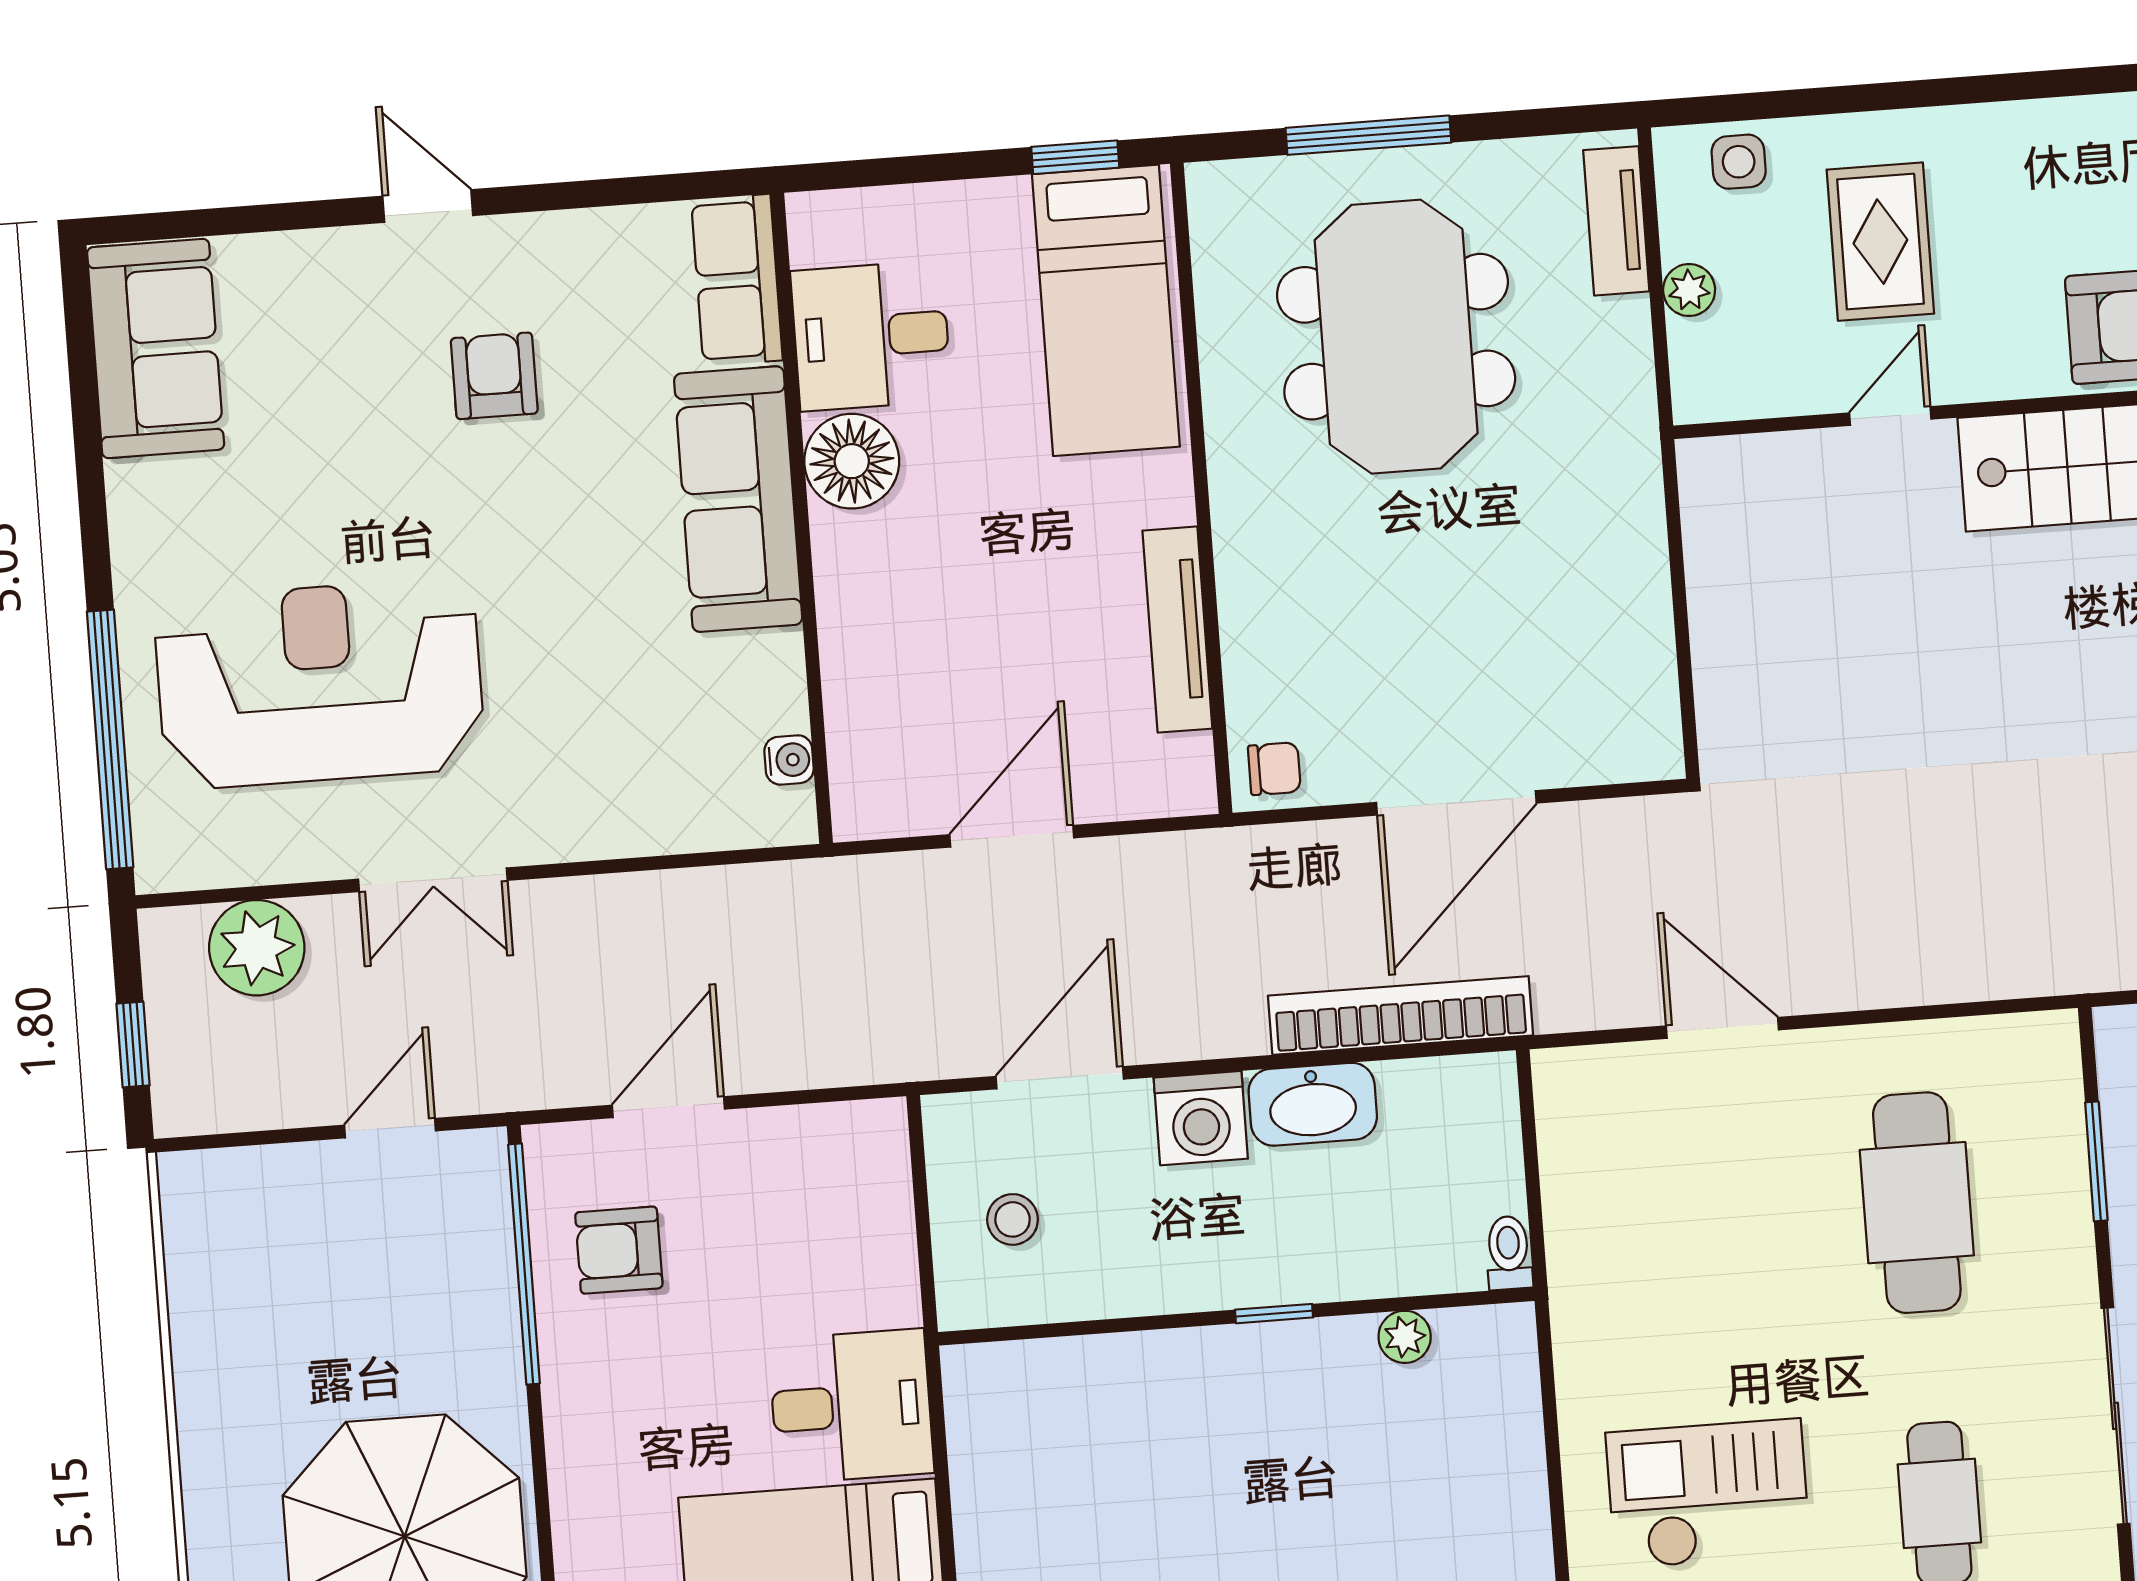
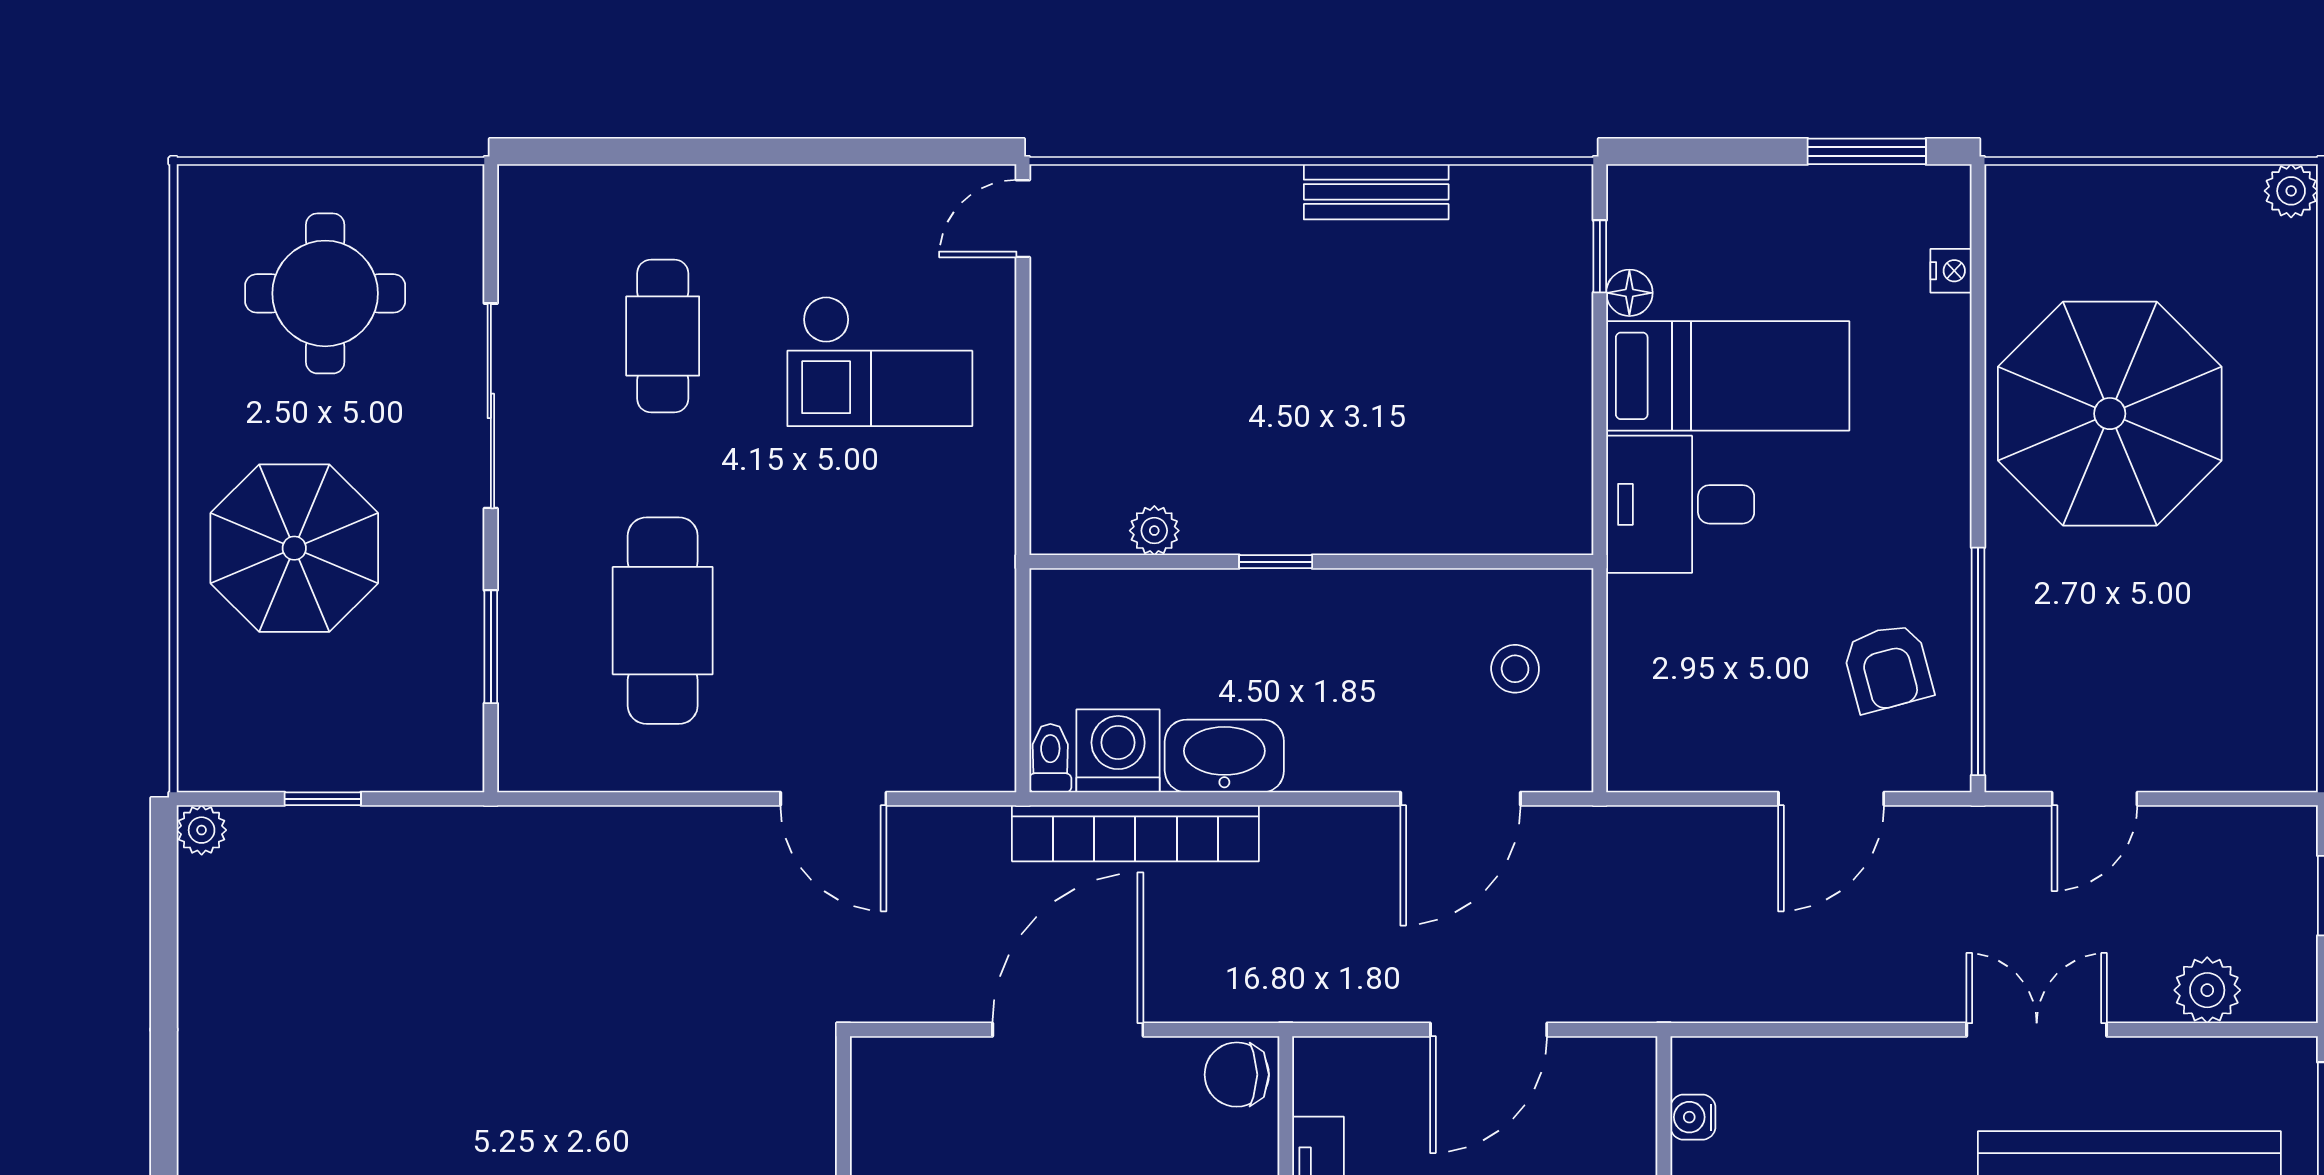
chair: (1274, 769) -> (1237, 1075), width x1.37, depth x1.37
plant: (257, 948) -> (2207, 990), width x0.73, depth x0.73
washing machine: (1201, 1118) -> (1118, 751), moved
armchair: (619, 1250) -> (1888, 668), turned 75
toilet: (1509, 1253) -> (1050, 758), moved, turned 180

